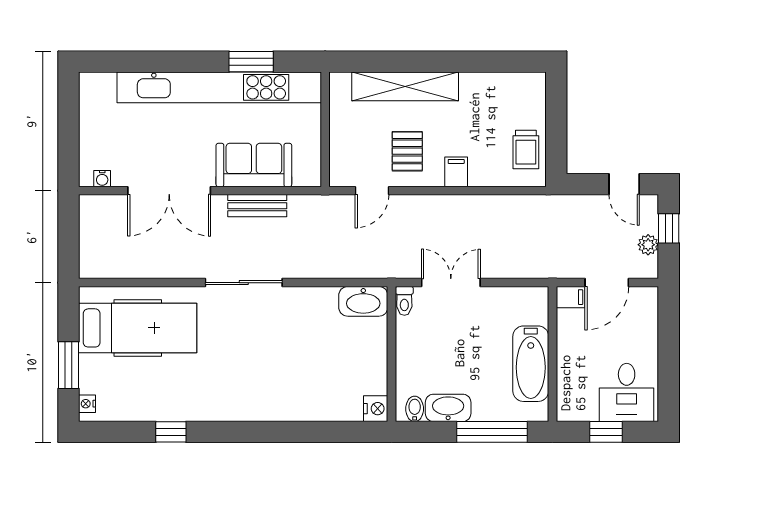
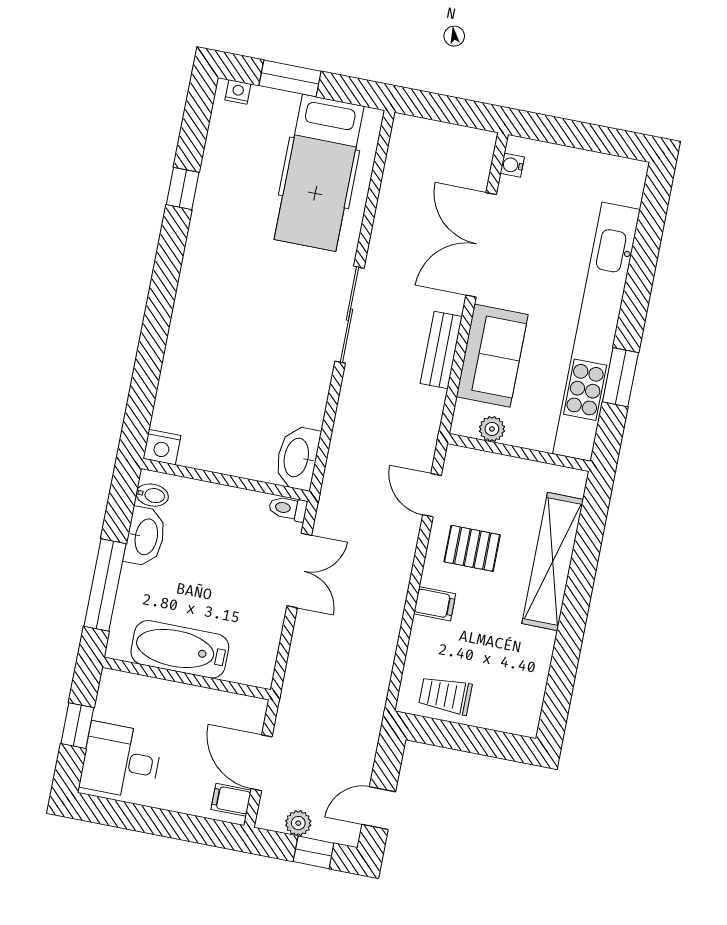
plant: (311, 154) -> (492, 429), added
filing cabinet: (571, 297) -> (231, 800), moved, turned 90

